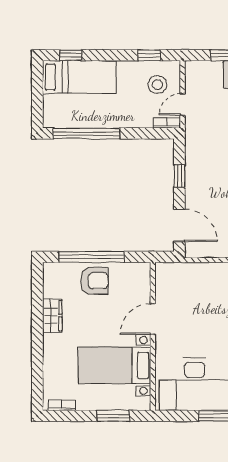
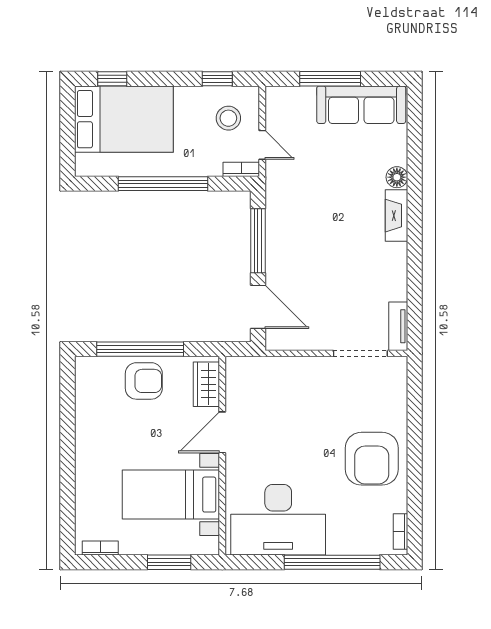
bed: (79, 77) -> (124, 119), width x1.50
door: (183, 105) -> (262, 145), swing flipped
window: (86, 133) -> (163, 184), moved
window: (179, 176) -> (258, 241), width x2.17
wardrobe: (52, 316) -> (206, 384), moved, turned 180

